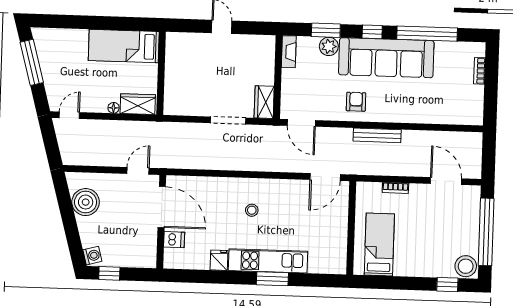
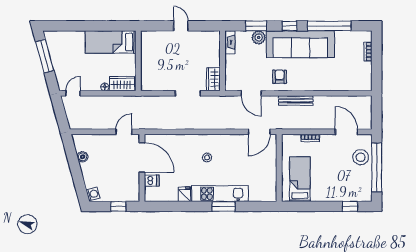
door: (301, 123) -> (251, 93), moved
boiler: (86, 202) -> (83, 157), width x0.54, depth x0.54
stool: (466, 266) -> (361, 157), moved
window: (109, 273) -> (118, 206), moved

